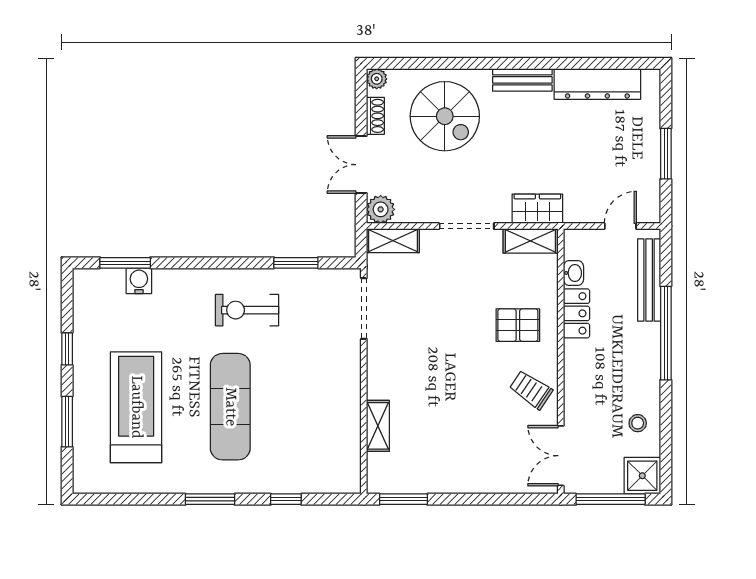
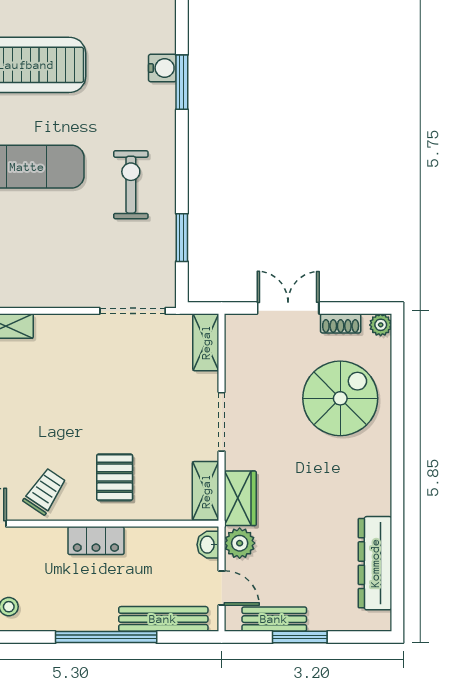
bench: (522, 80) -> (274, 619), moved, turned 90
spiral stairs: (445, 116) -> (340, 398), turned 180
plant: (381, 209) -> (240, 543), moved
window: (125, 263) -> (182, 82), moved
washbasin: (573, 273) -> (208, 545), moved, turned 90
locker: (576, 313) -> (96, 541), moved

